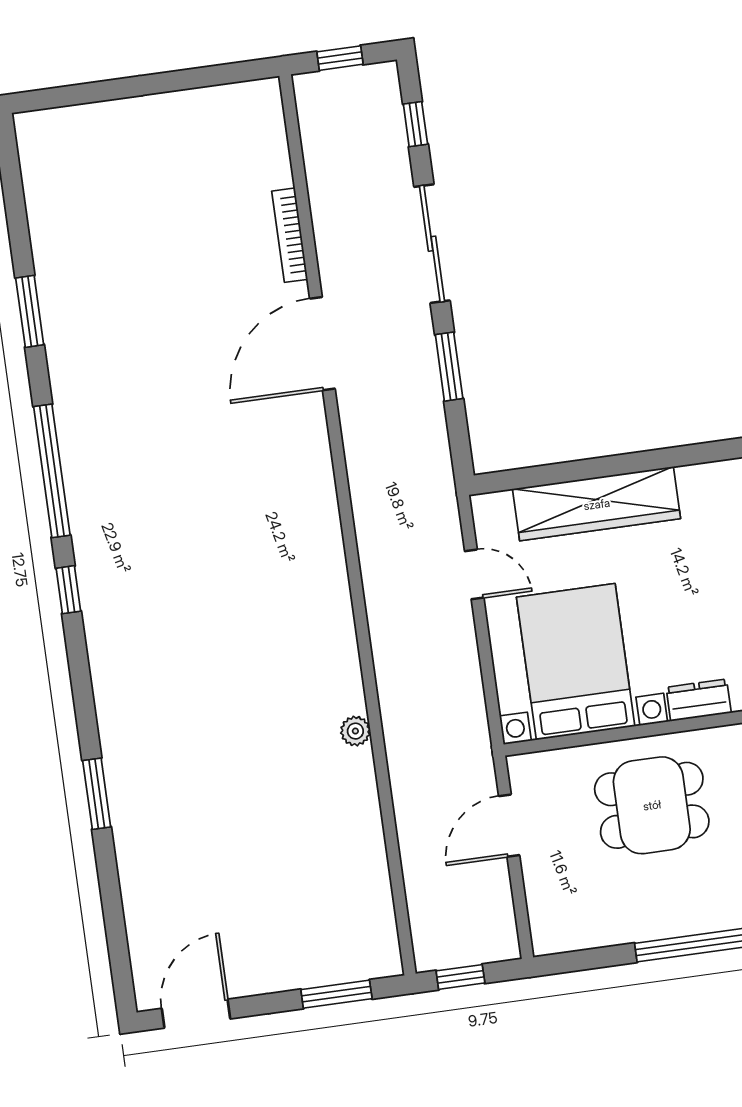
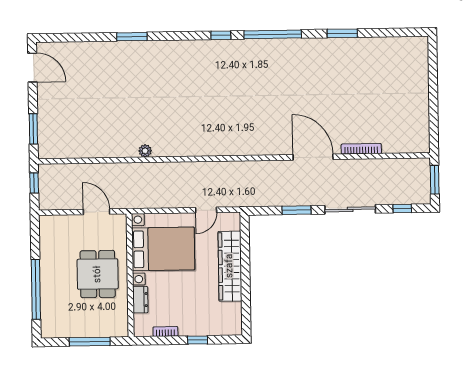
window: (340, 58) -> (435, 180), width x1.50

